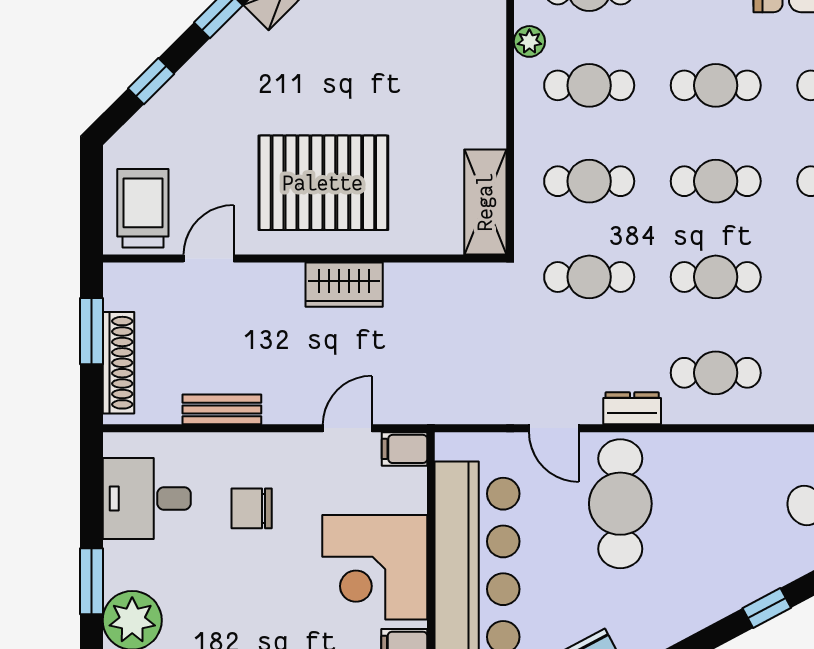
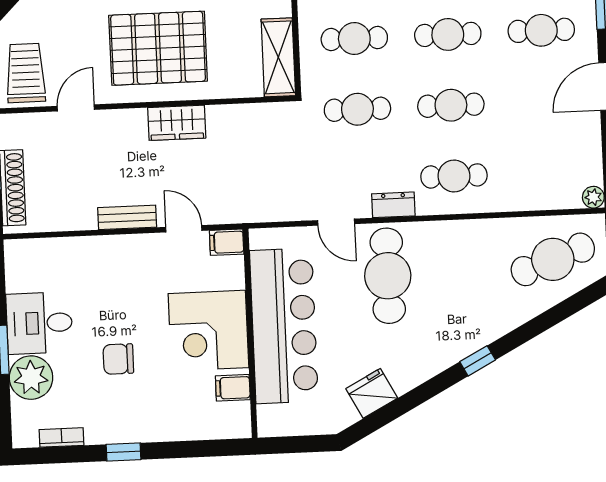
bench: (222, 409) -> (127, 217), moved
door: (347, 428) -> (184, 229), hinge flipped
desk: (147, 499) -> (39, 323), moved
chair: (252, 508) -> (118, 359), moved
window: (767, 608) -> (478, 361), moved

